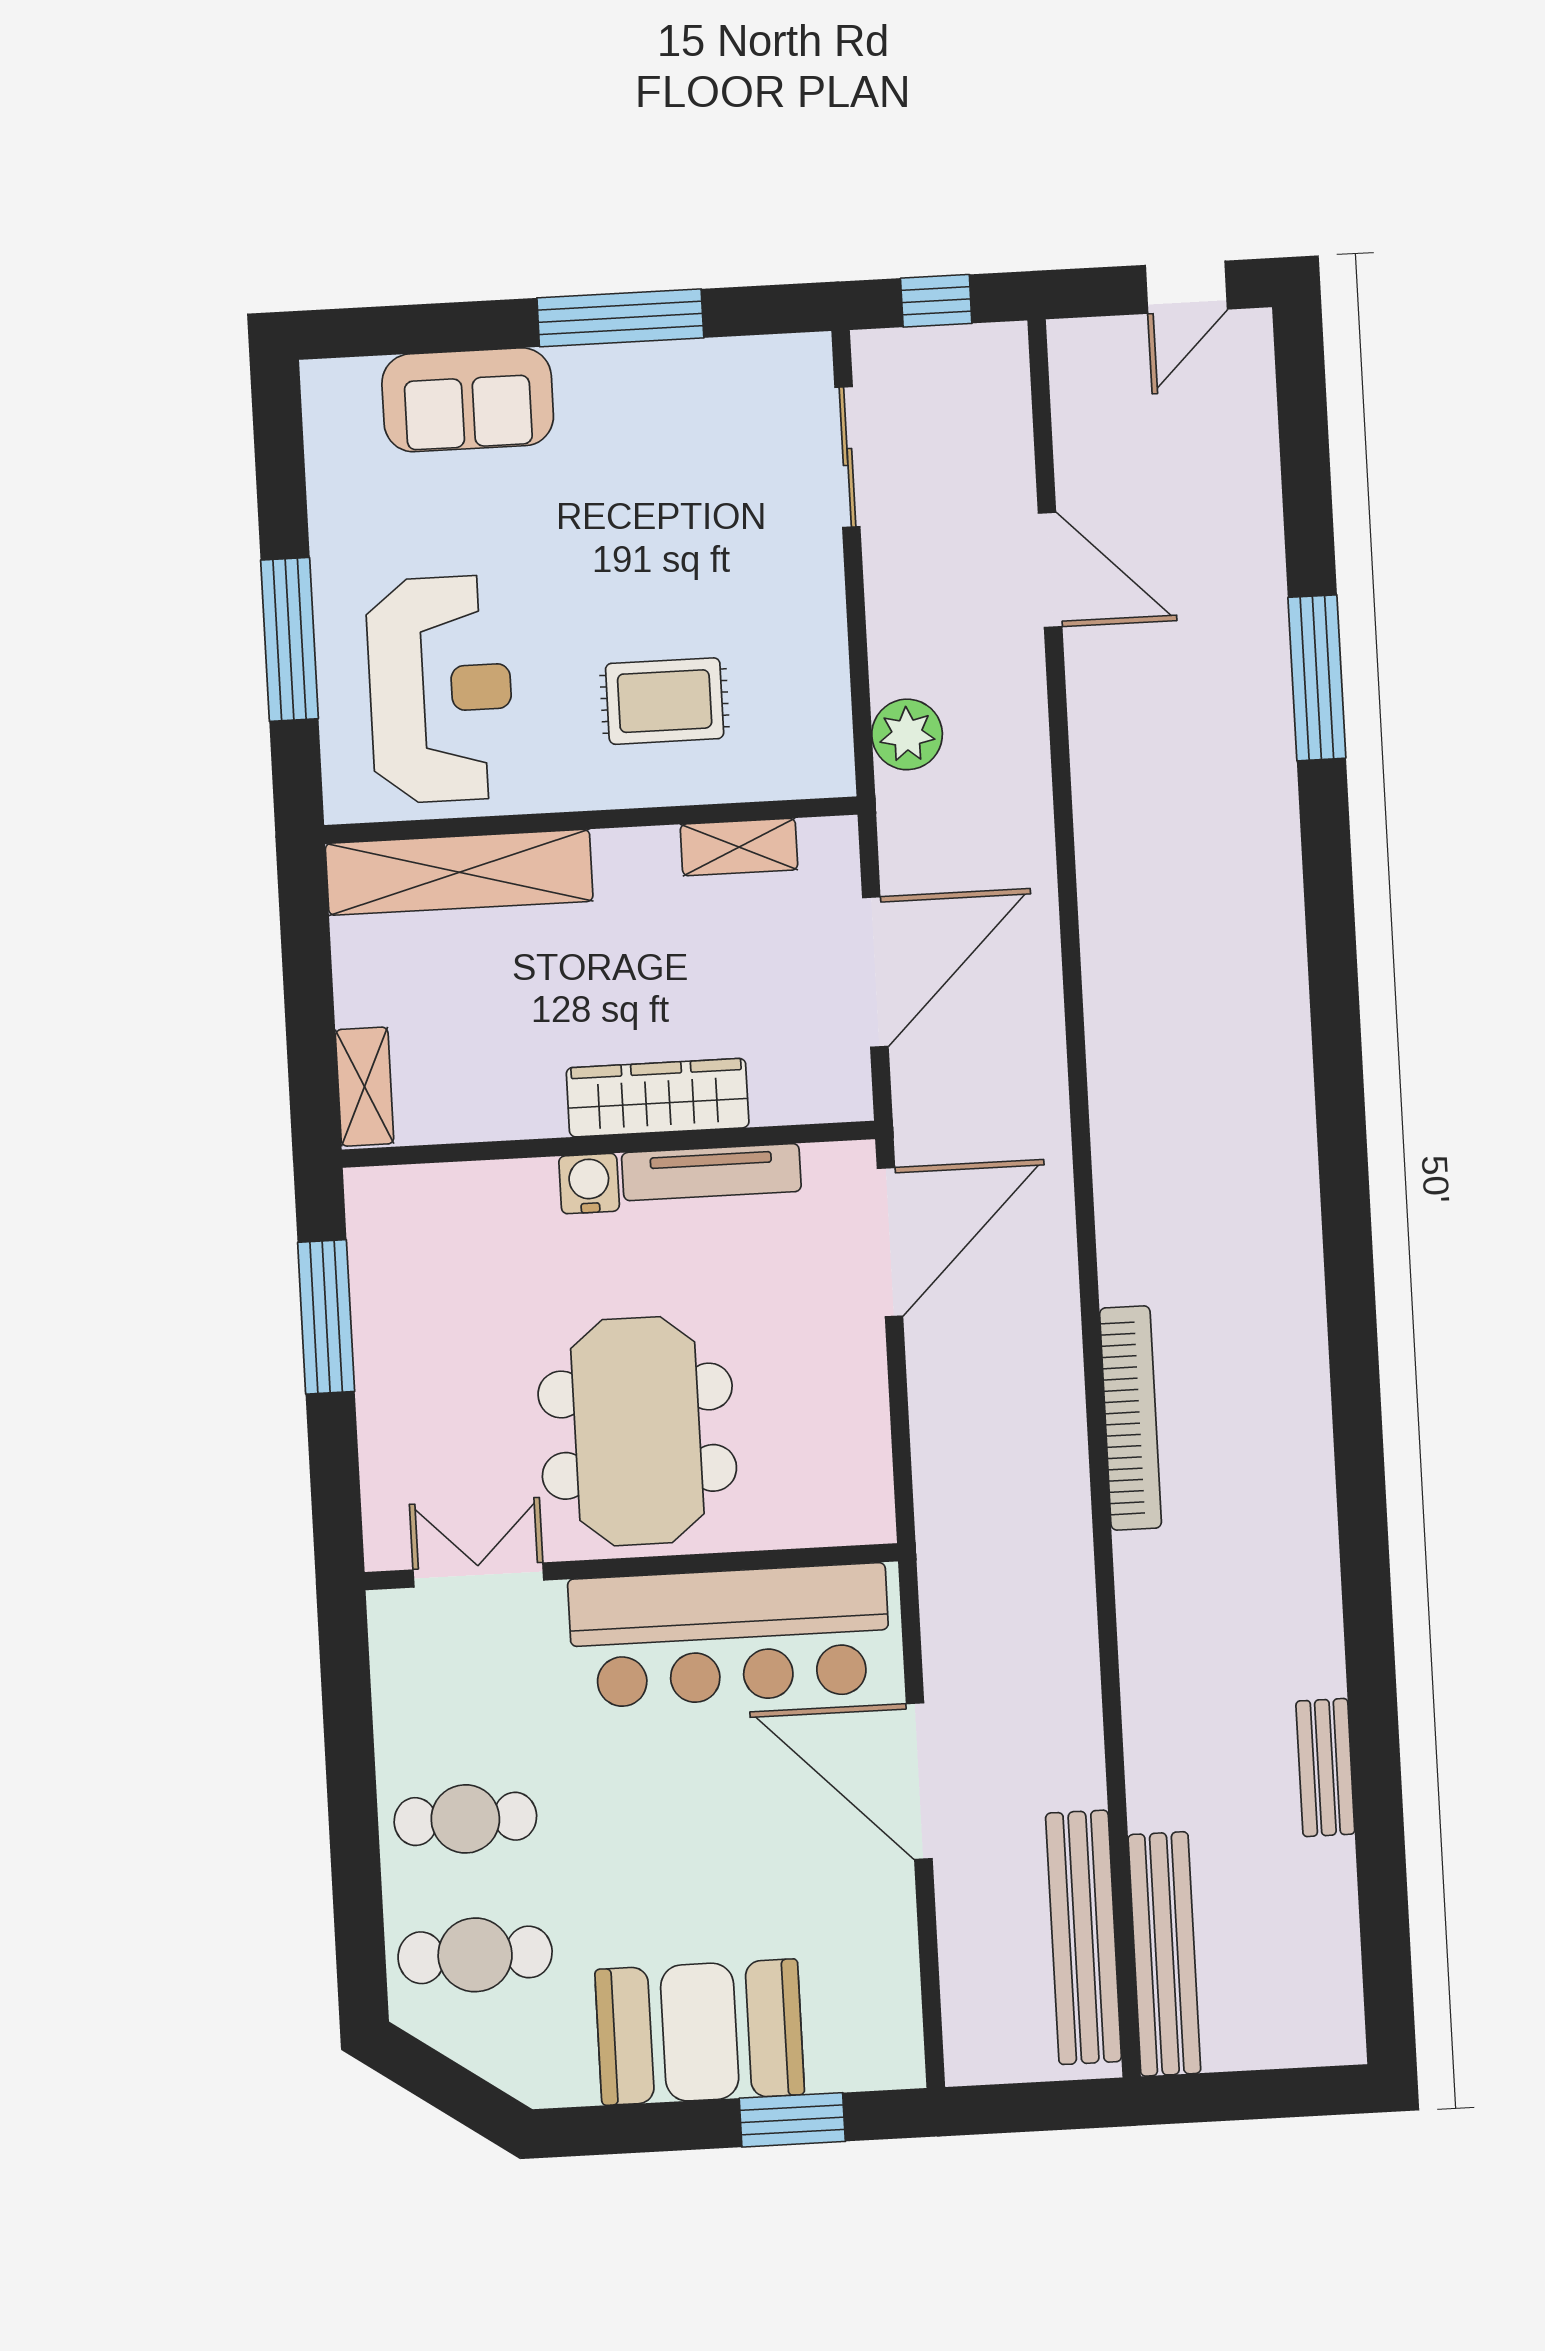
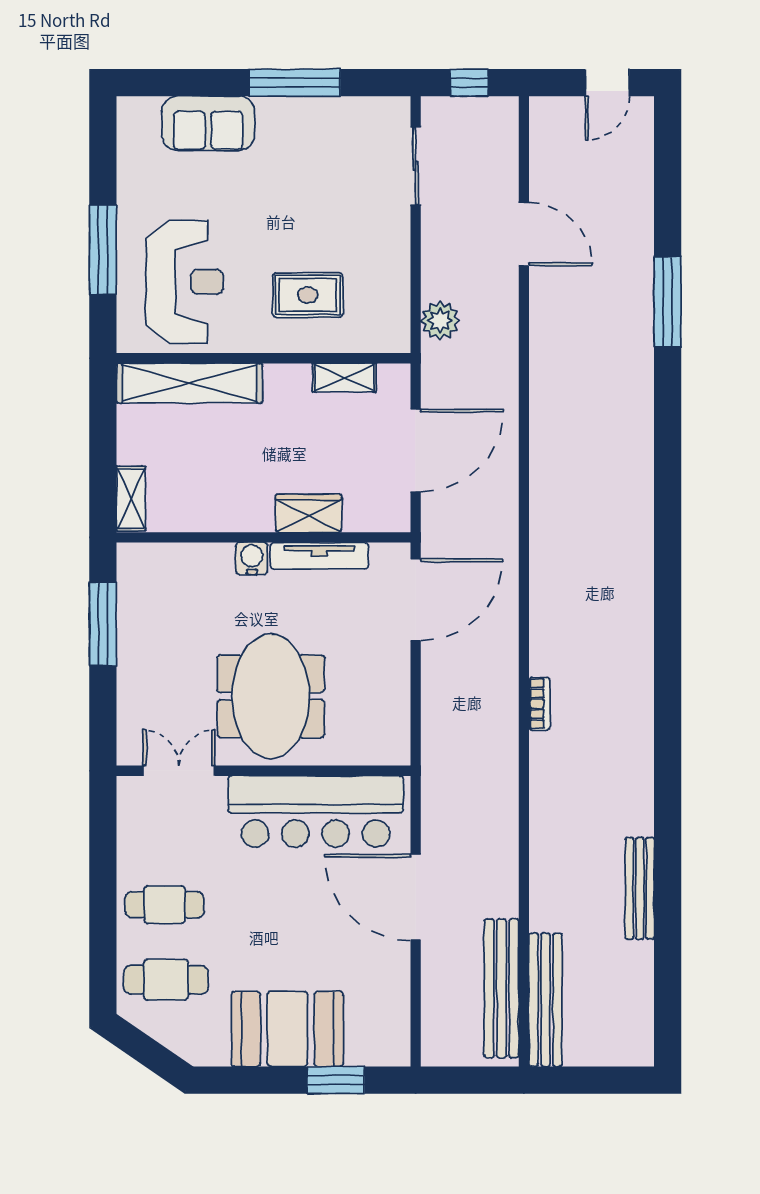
wardrobe: (658, 1098) -> (309, 513), width x0.67
bookcase: (1131, 1418) -> (540, 704), width x0.43, depth x0.76
bench: (1325, 1768) -> (640, 888), width x1.36

